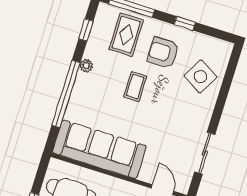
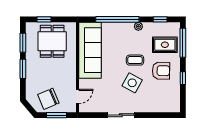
armchair: (163, 53) -> (161, 71), turned 91
side table: (201, 76) -> (132, 83), moved
sliding door: (205, 153) -> (121, 115), moved

